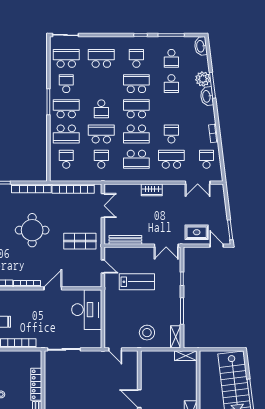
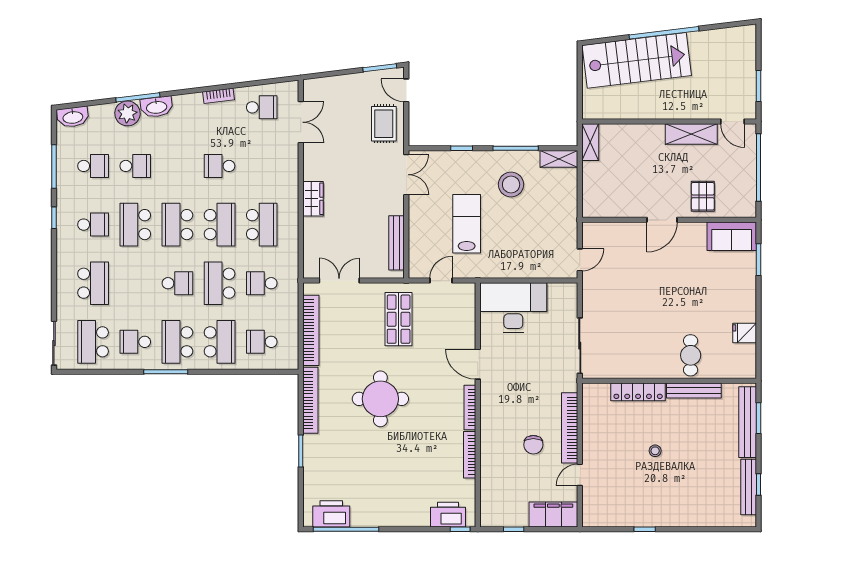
school desk: (101, 58) -> (93, 283), turned 180
school desk: (136, 58) -> (93, 225), turned 180
school desk: (171, 159) -> (262, 166), removed
school desk: (206, 159) -> (262, 107), turned 180
door: (217, 246) -> (406, 90), hinge flipped
stool: (147, 333) -> (511, 184), moved

